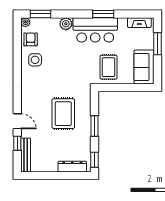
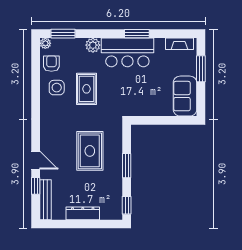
rug: (109, 67) -> (86, 89), moved
dresser: (72, 167) -> (83, 213), moved

